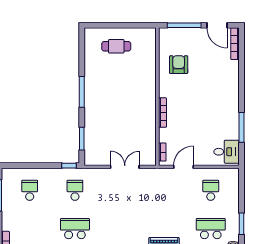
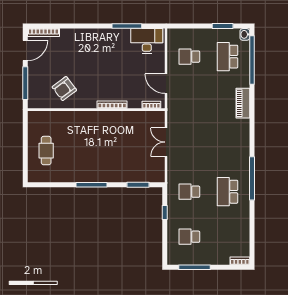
armchair: (179, 65) -> (64, 89), turned -37
desk: (226, 152) -> (147, 41), width x1.37
window: (69, 166) -> (165, 212), moved

